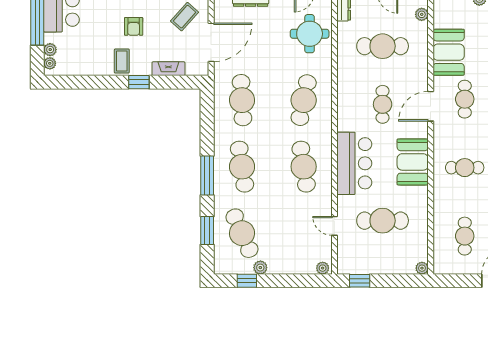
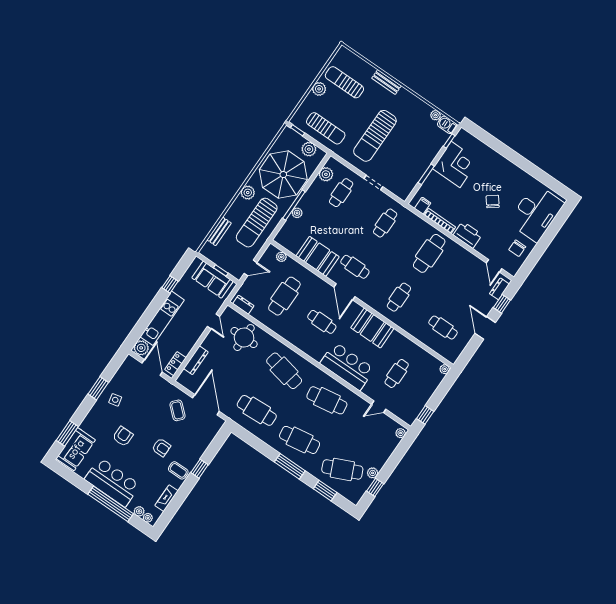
fireplace: (168, 69) -> (166, 498), moved
cafe table: (383, 221) -> (397, 373), width x0.73, depth x0.74

